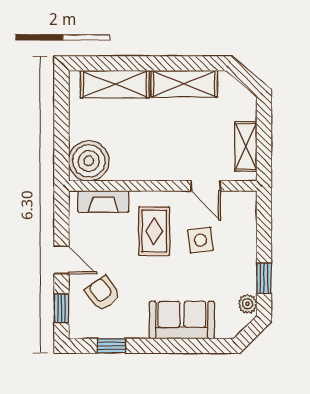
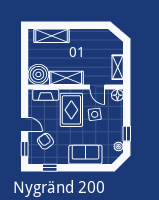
shelving: (184, 84) -> (66, 78), moved
floor lamp: (245, 202) -> (117, 95), added
rug: (154, 231) -> (71, 110), width x1.36, depth x1.43

